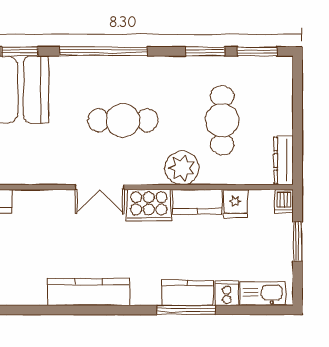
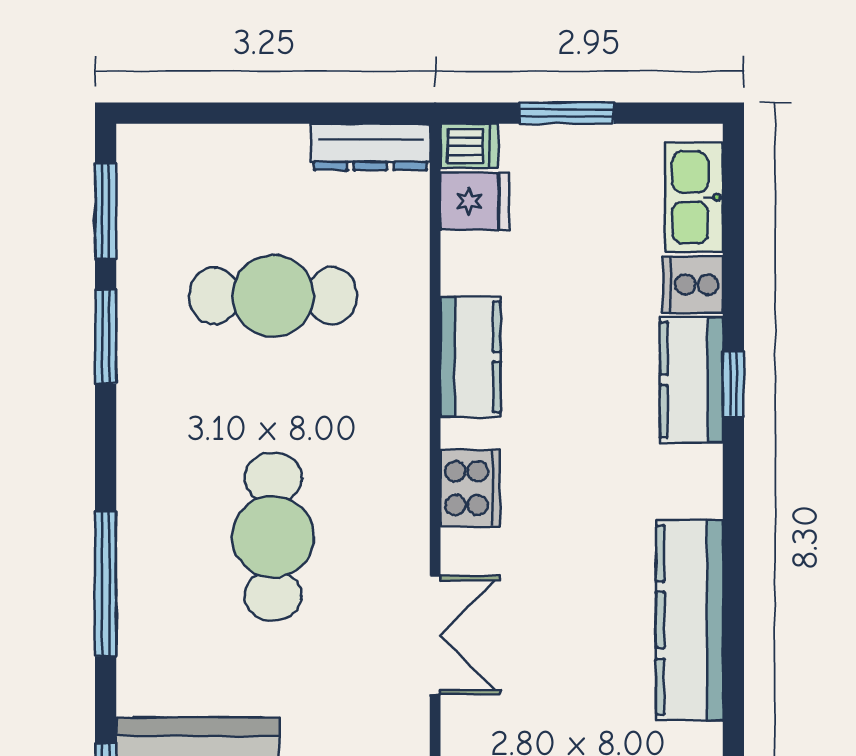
window: (104, 51) -> (106, 584), width x0.68
plant: (182, 168) -> (389, 394), removed
double door: (100, 187) -> (435, 635), moved
fridge: (235, 203) -> (475, 201), moved
cooker: (149, 205) -> (470, 488), width x0.73, depth x0.76
window: (186, 310) -> (733, 384), width x0.46

